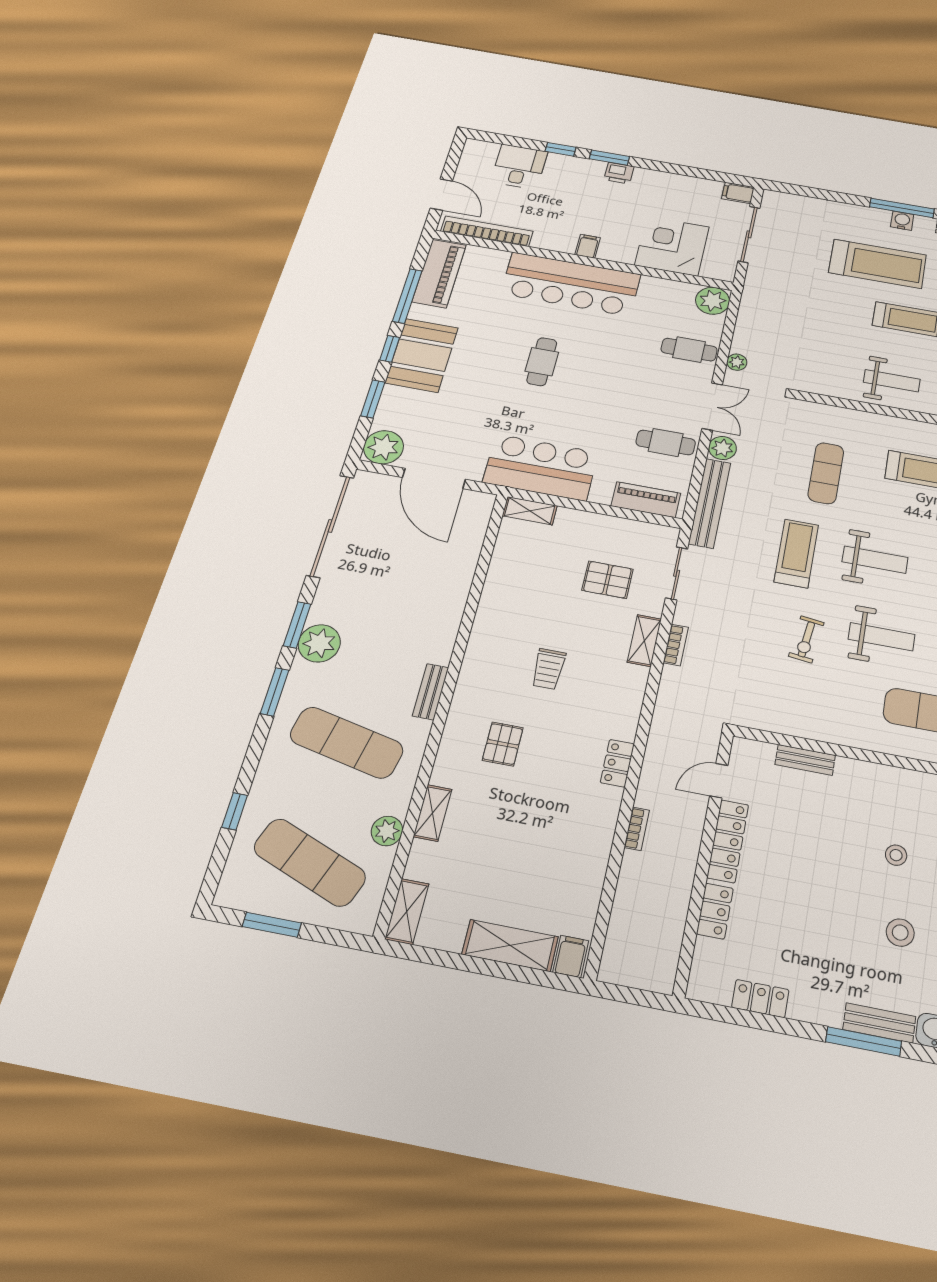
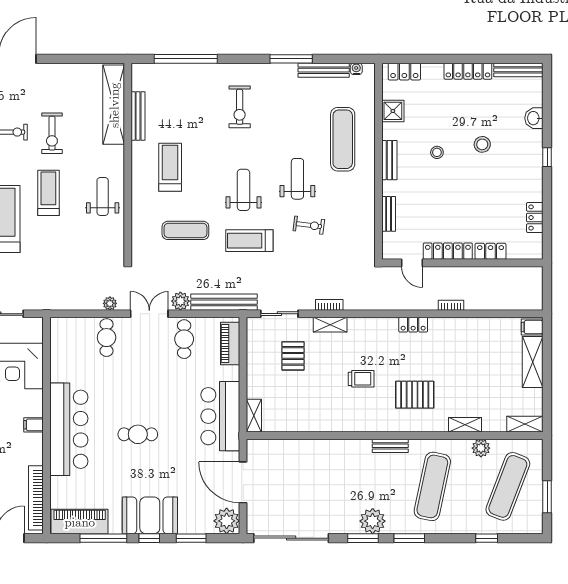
plant: (713, 301) -> (62, 329), removed
door: (434, 478) -> (243, 482), swing flipped
pallet: (503, 744) -> (415, 395), width x1.50, depth x1.42
bench: (879, 1023) -> (389, 160), moved
window: (864, 1041) -> (547, 157), width x0.46

